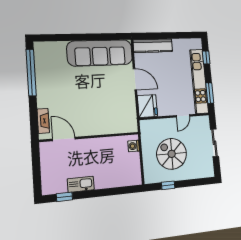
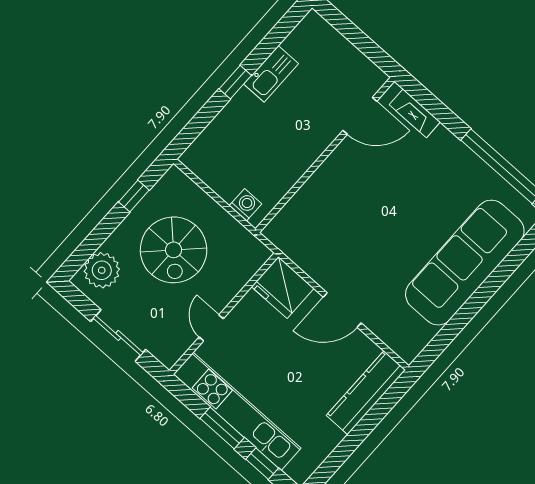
sofa: (100, 53) -> (465, 263), moved
window: (210, 93) -> (222, 428), moved
spiral stairs: (172, 154) -> (174, 250), turned 90
plant: (201, 170) -> (102, 270), added
window: (64, 197) -> (235, 82), moved

